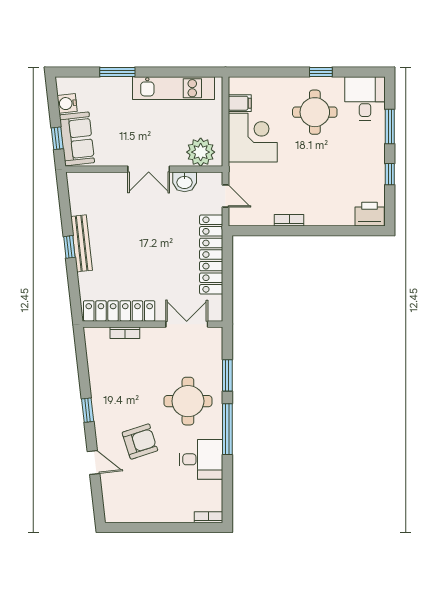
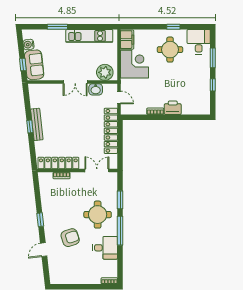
filing cabinet: (240, 103) -> (127, 40), width x2.00
printer: (370, 214) -> (173, 108), moved
door: (93, 463) -> (44, 250), swing flipped

